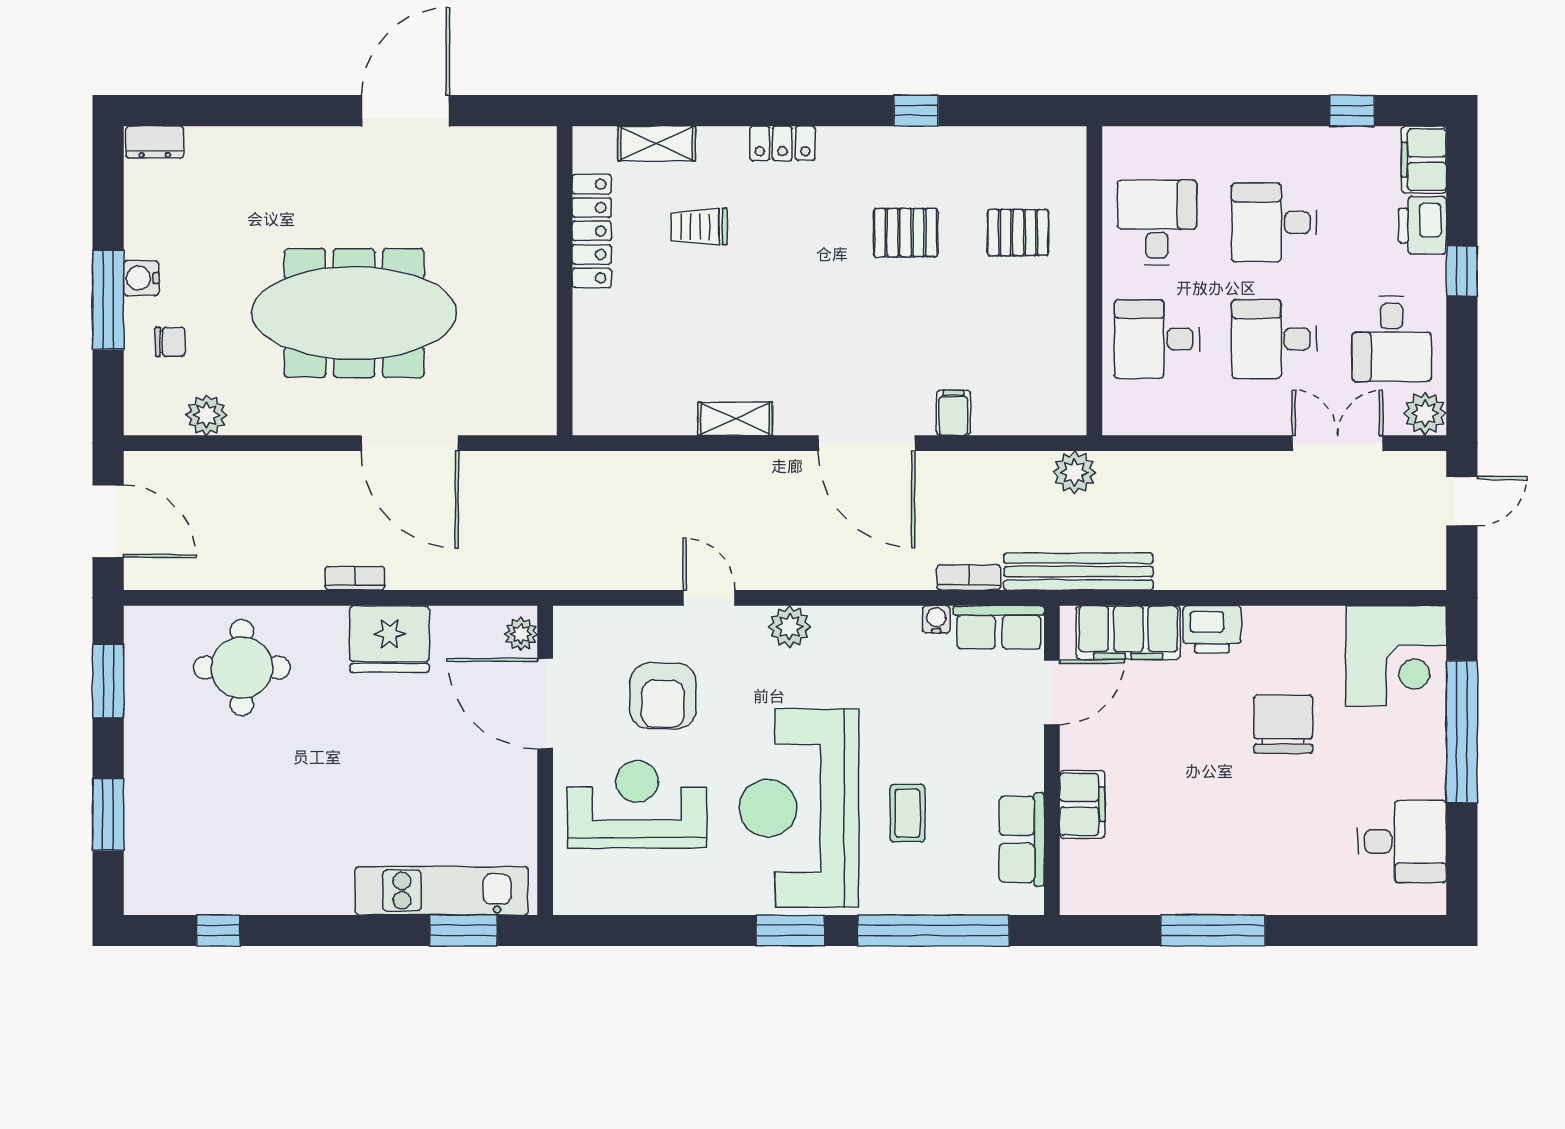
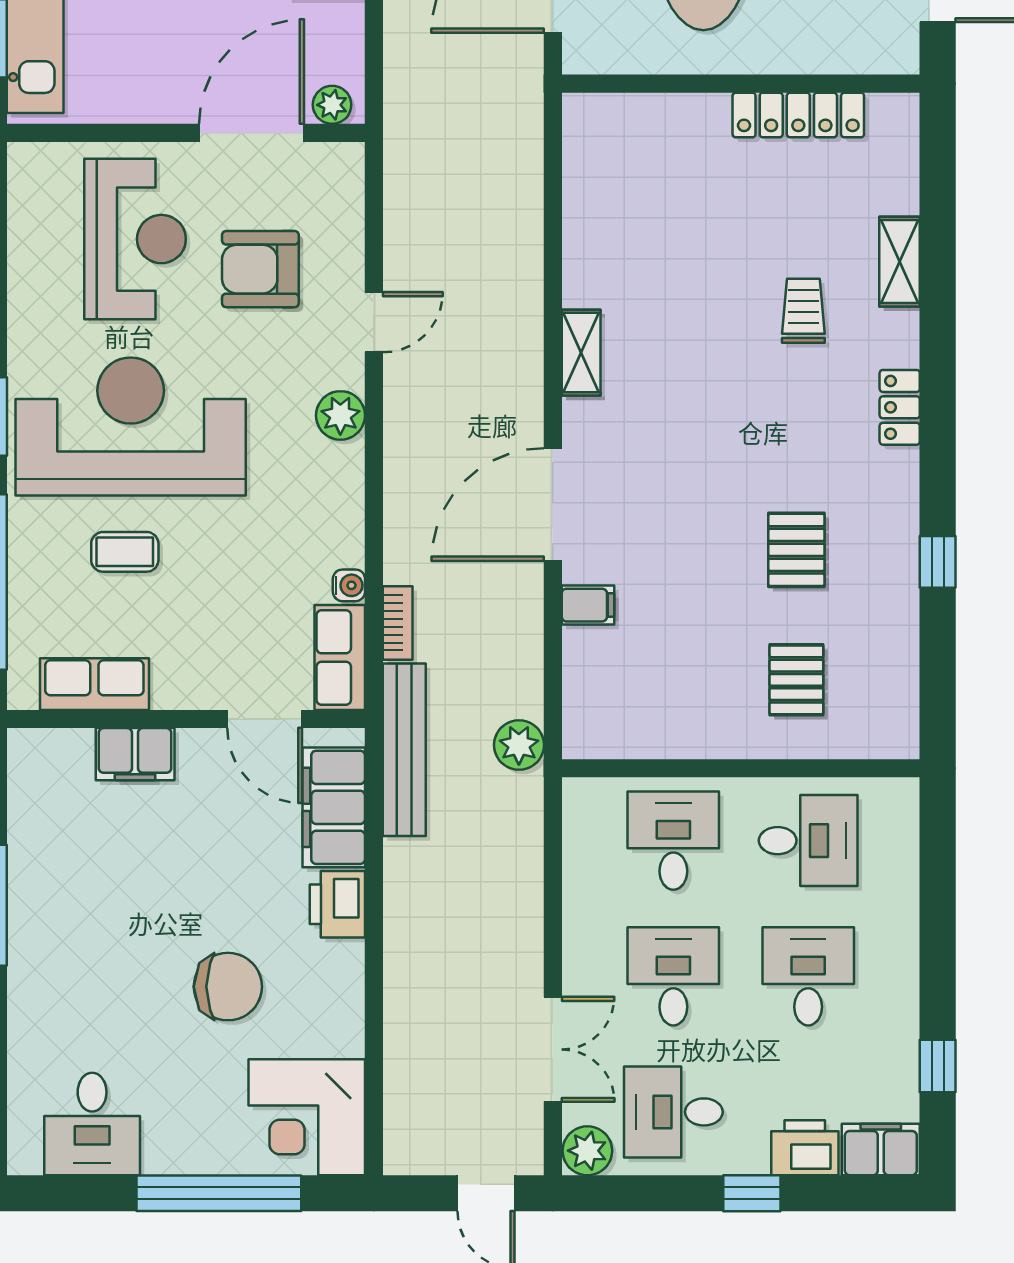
locker: (592, 231) -> (798, 115), moved
wall: (565, 281) -> (741, 84), moved

